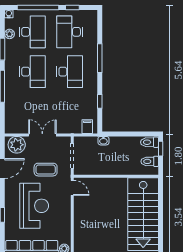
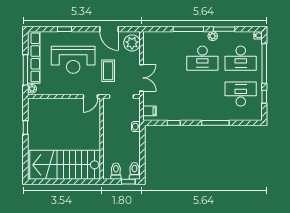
plant: (9, 34) -> (213, 36), moved
desk: (70, 72) -> (202, 94), removed
double door: (42, 135) -> (141, 78), moved

